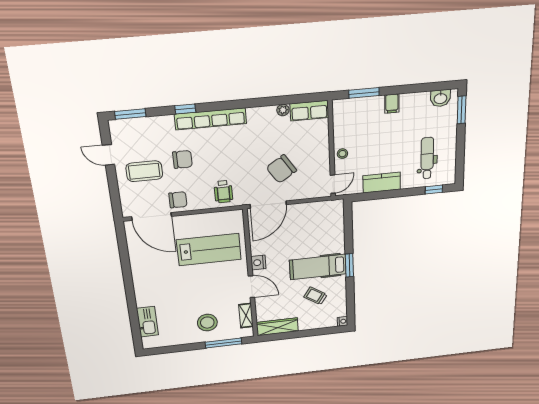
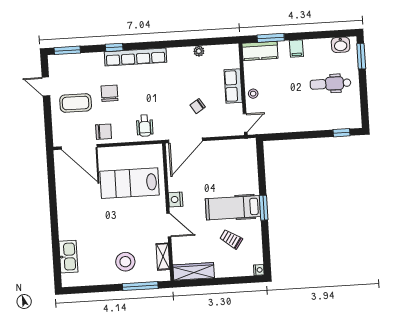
row of seats: (309, 111) -> (233, 86), moved, turned 90
dental chair: (427, 158) -> (330, 84), moved, turned -90
chair: (182, 159) -> (110, 93), turned -90
chair: (281, 169) -> (198, 106), width x0.54, depth x0.54
kitchen counter: (382, 183) -> (260, 51), moved, turned 180
lab bench: (209, 250) -> (130, 183), turned 180

